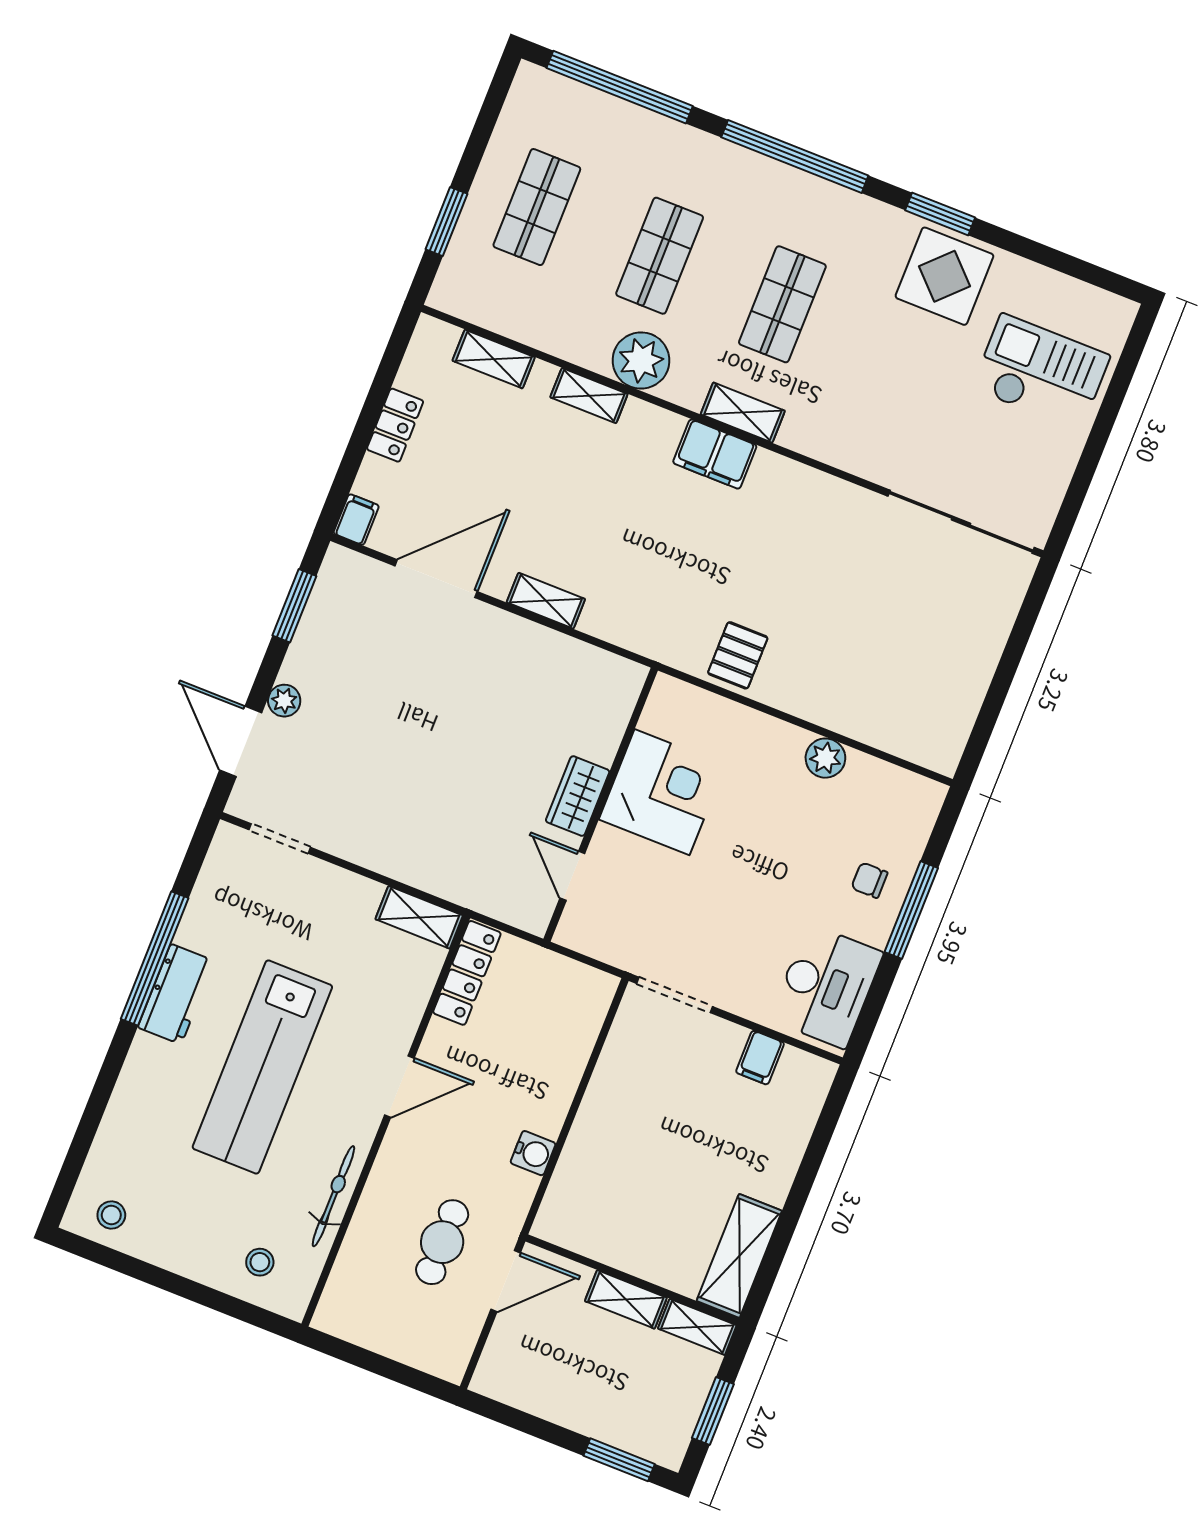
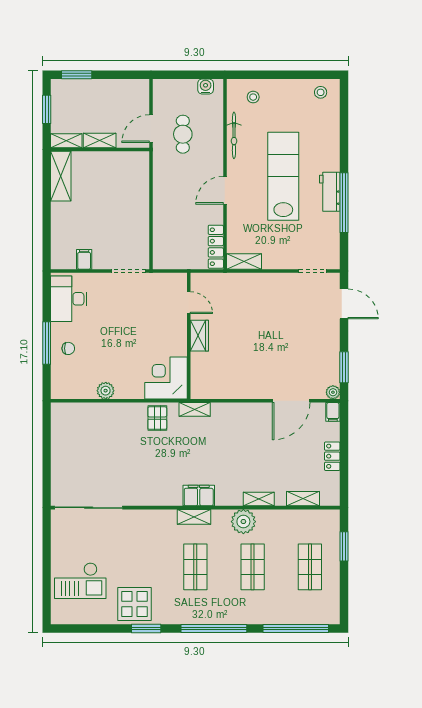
shelving: (546, 601) -> (195, 409), moved
plant: (284, 701) -> (333, 392), moved
corner desk: (662, 792) -> (166, 378), moved, turned 90
water cooler: (533, 1153) -> (206, 86), moved, turned 90

